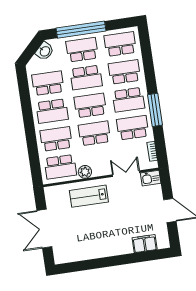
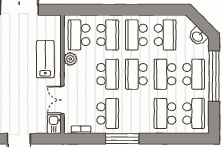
school desk: (124, 72) -> (165, 113), turned 180
school desk: (128, 100) -> (136, 113), removed
school desk: (90, 105) -> (136, 74), turned 180
double door: (126, 174) -> (62, 100), swing flipped

